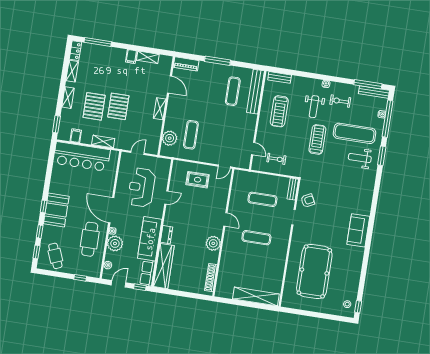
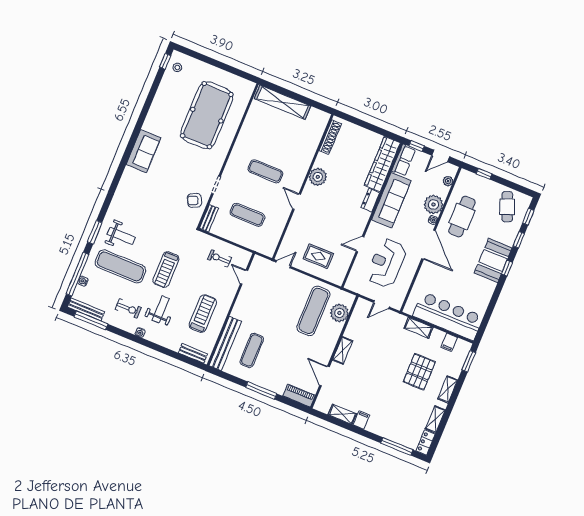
pallet: (118, 106) -> (391, 365), removed
exercise mat: (191, 135) -> (313, 311), width x1.36, depth x1.45
reception desk: (141, 187) -> (387, 263), turned 180

